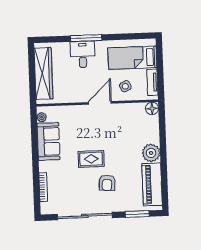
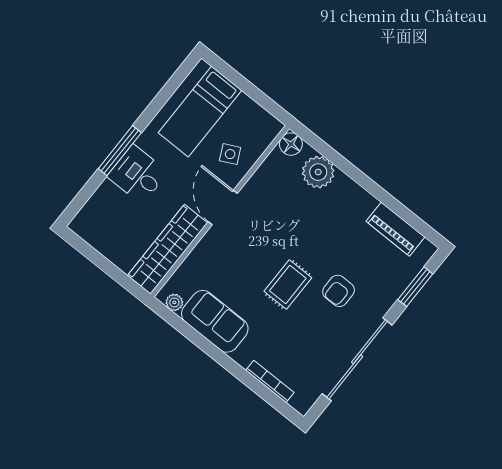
wardrobe: (43, 73) -> (167, 249), moved, turned -90
tv unit: (152, 82) -> (256, 113), removed
plant: (151, 153) -> (318, 172), moved
armchair: (107, 183) -> (339, 291), turned 86
piano: (152, 184) -> (395, 229), width x0.73, depth x0.75

